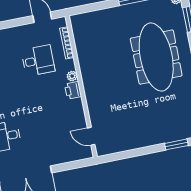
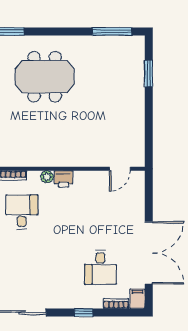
meeting table: (156, 57) -> (45, 77), width x0.73

